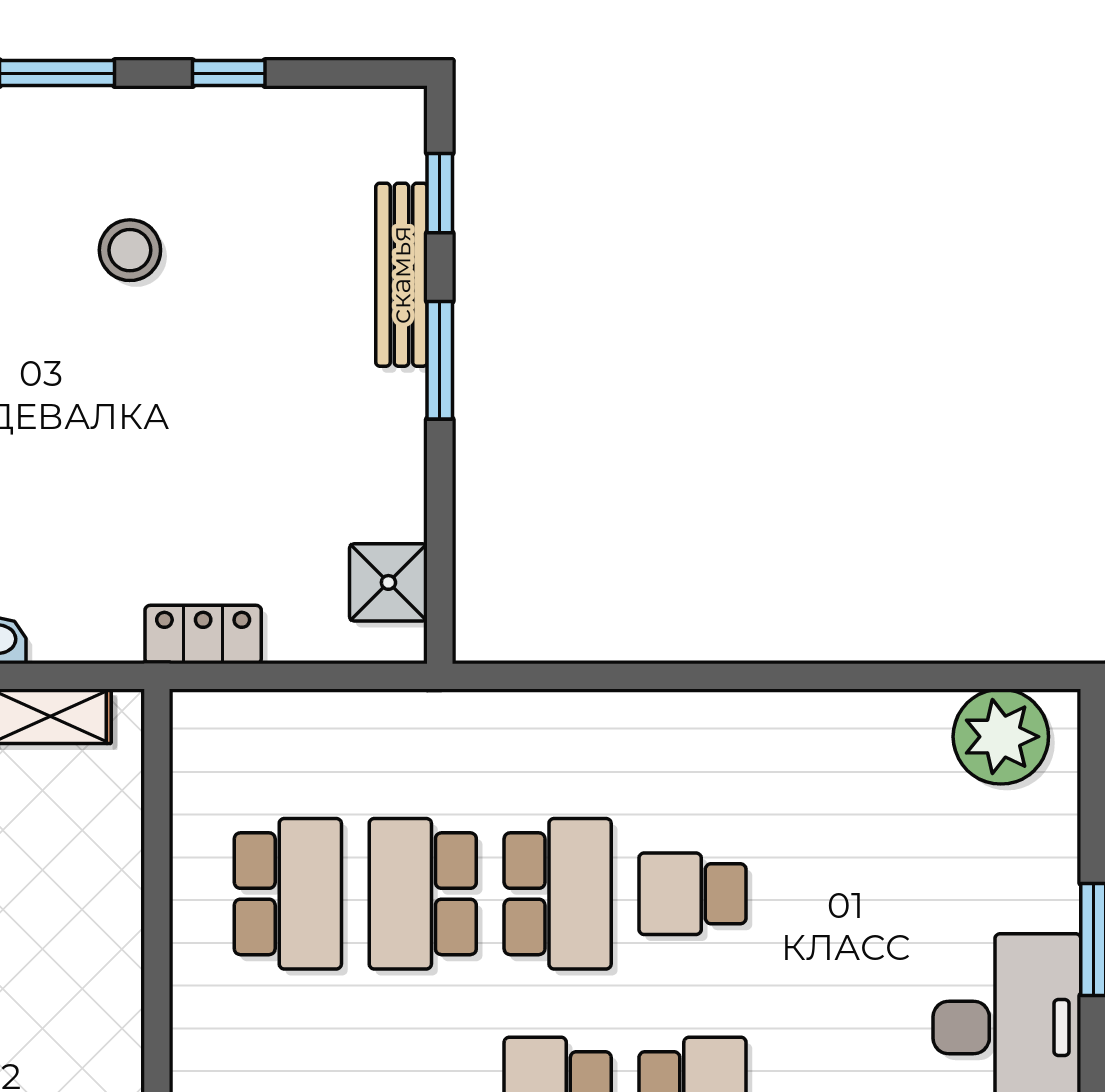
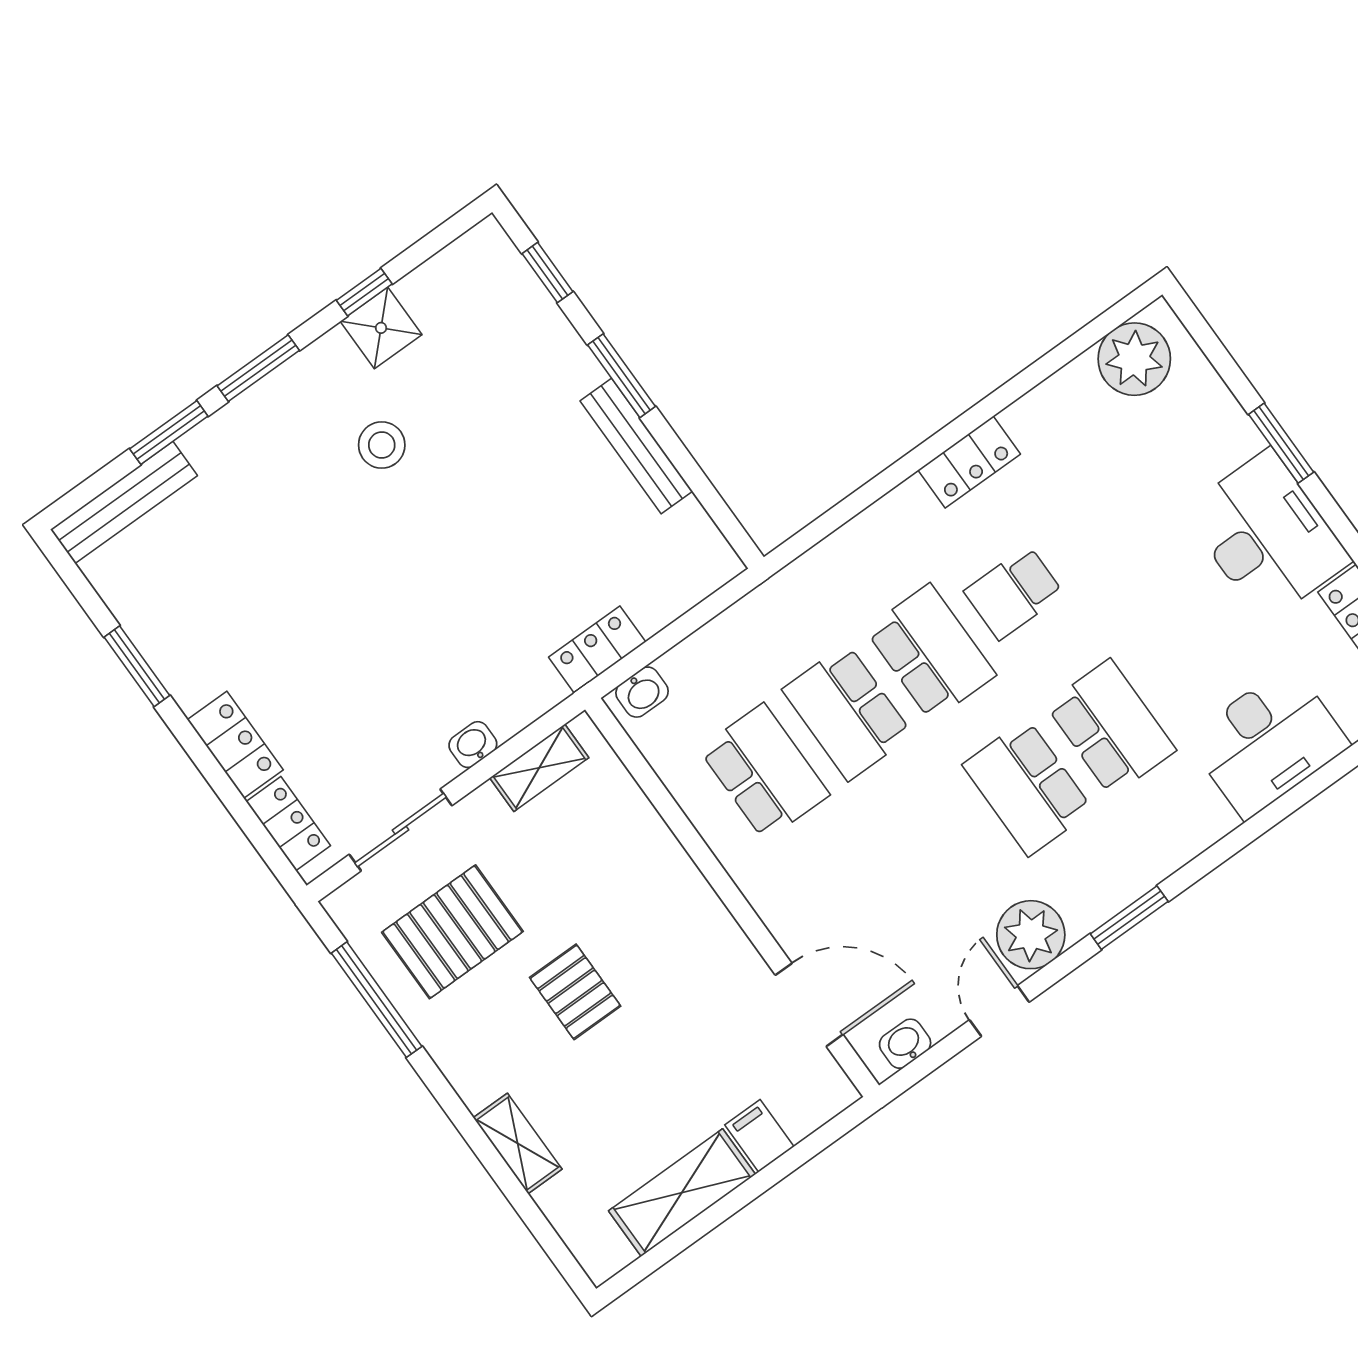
bench: (401, 275) -> (636, 446), moved
shower: (388, 582) -> (381, 328), moved
washbasin: (218, 714) -> (642, 692), added
locker: (745, 720) -> (969, 462), added

